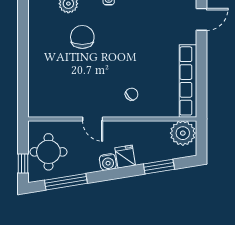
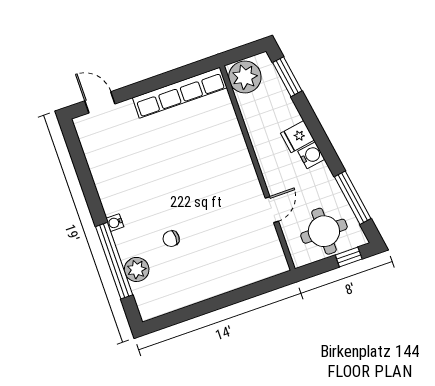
chair: (82, 37) -> (171, 239), width x0.54, depth x0.54
chair: (132, 94) -> (219, 155), removed
door: (93, 119) -> (272, 210), moved
window: (159, 167) -> (287, 77), moved

